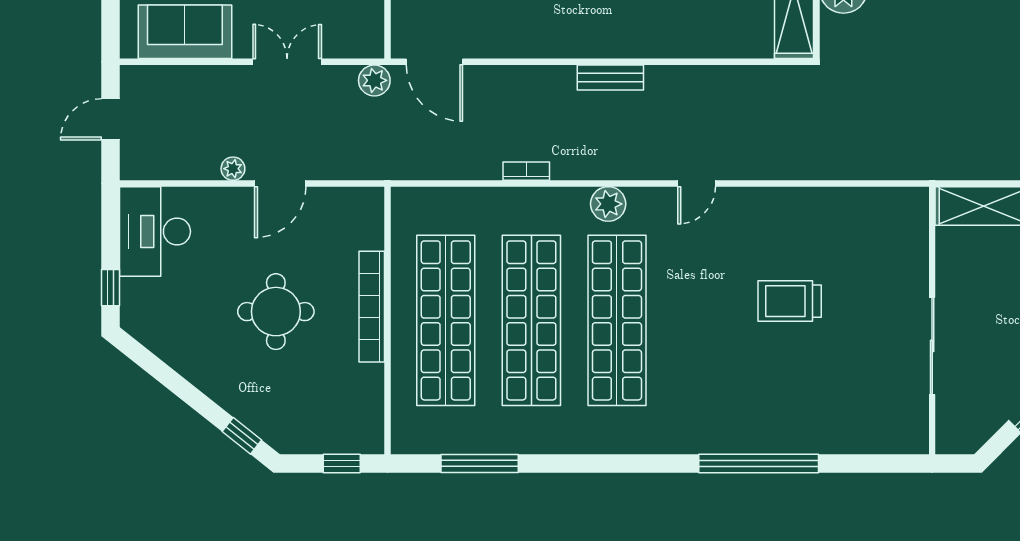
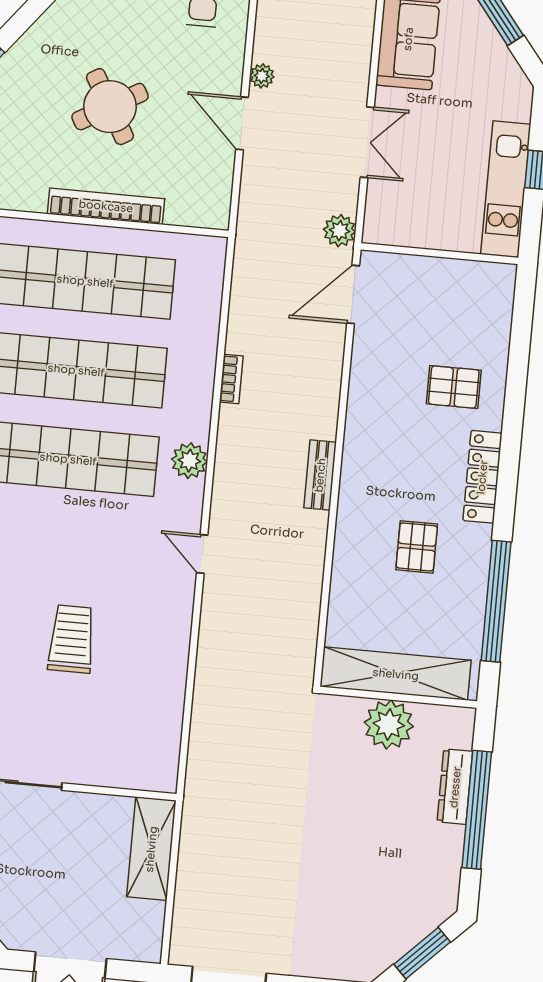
round table: (276, 312) -> (110, 107), turned -30

